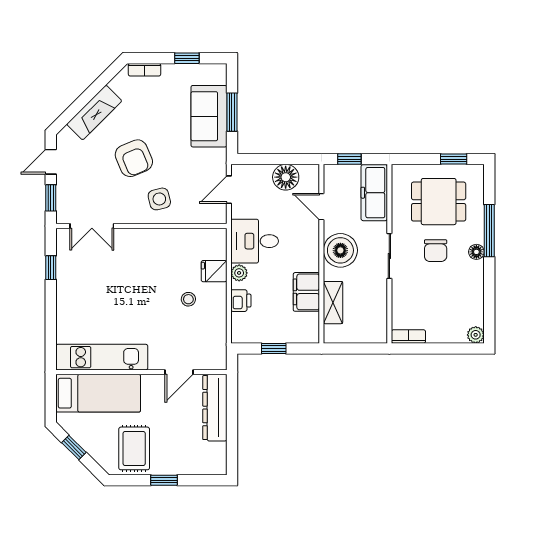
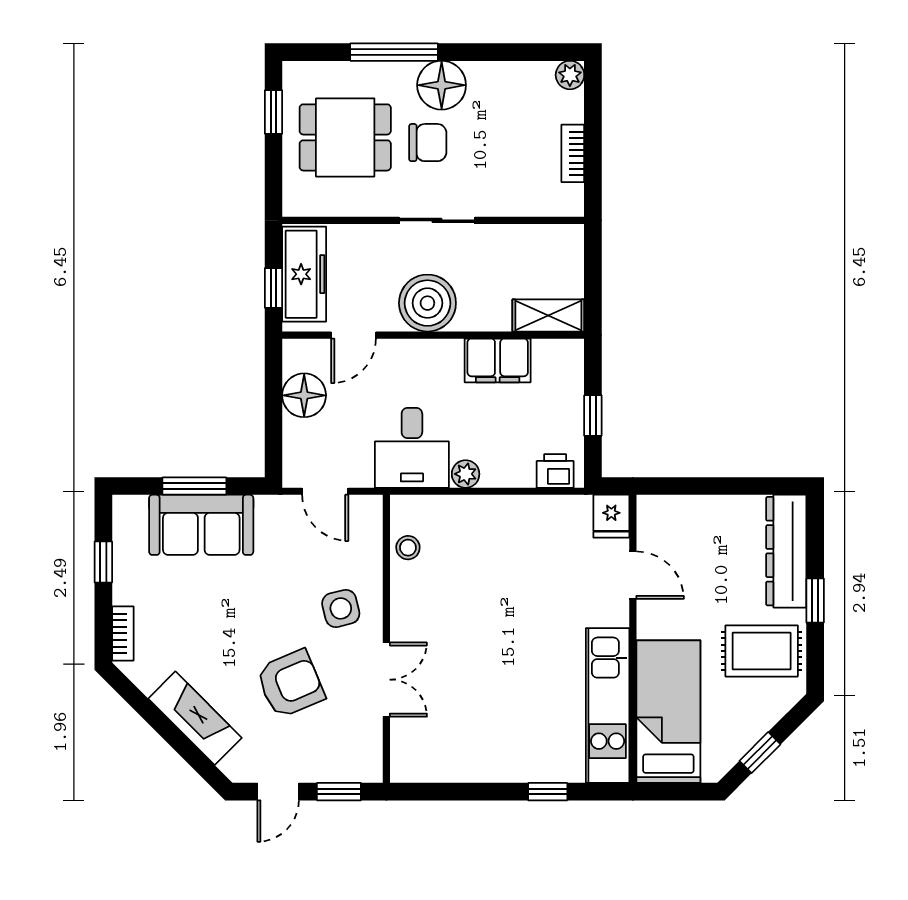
armchair: (134, 158) -> (290, 684), moved
door: (51, 162) -> (278, 792), hinge flipped
freezer: (374, 193) -> (304, 274), moved, turned -90
dining table: (439, 202) -> (345, 137), turned 90
double door: (92, 226) -> (386, 680), moved
floor lamp: (476, 252) -> (442, 85), width x1.89, depth x1.89
window: (51, 268) -> (548, 792), moved
fridge: (214, 271) -> (611, 516), moved
stool: (188, 299) -> (408, 548), moved
printer: (241, 301) -> (555, 471), moved
shelving: (333, 303) -> (548, 315), moved
bookcase: (408, 336) -> (573, 153), moved
dresser: (215, 408) -> (786, 551), moved, turned 90

